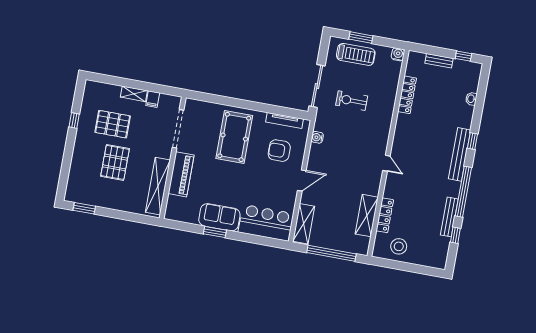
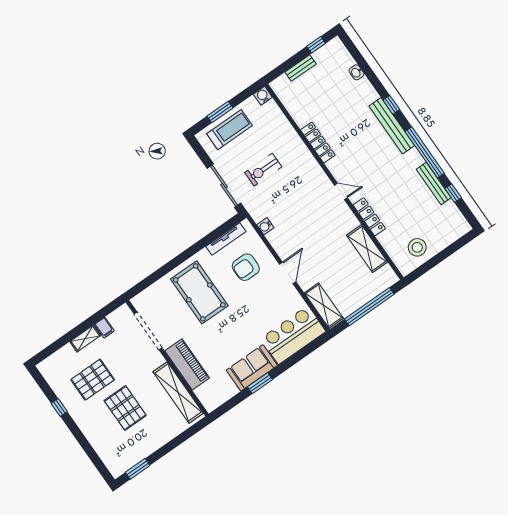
locker: (407, 95) -> (318, 142), moved
locker: (385, 215) -> (369, 217), moved

